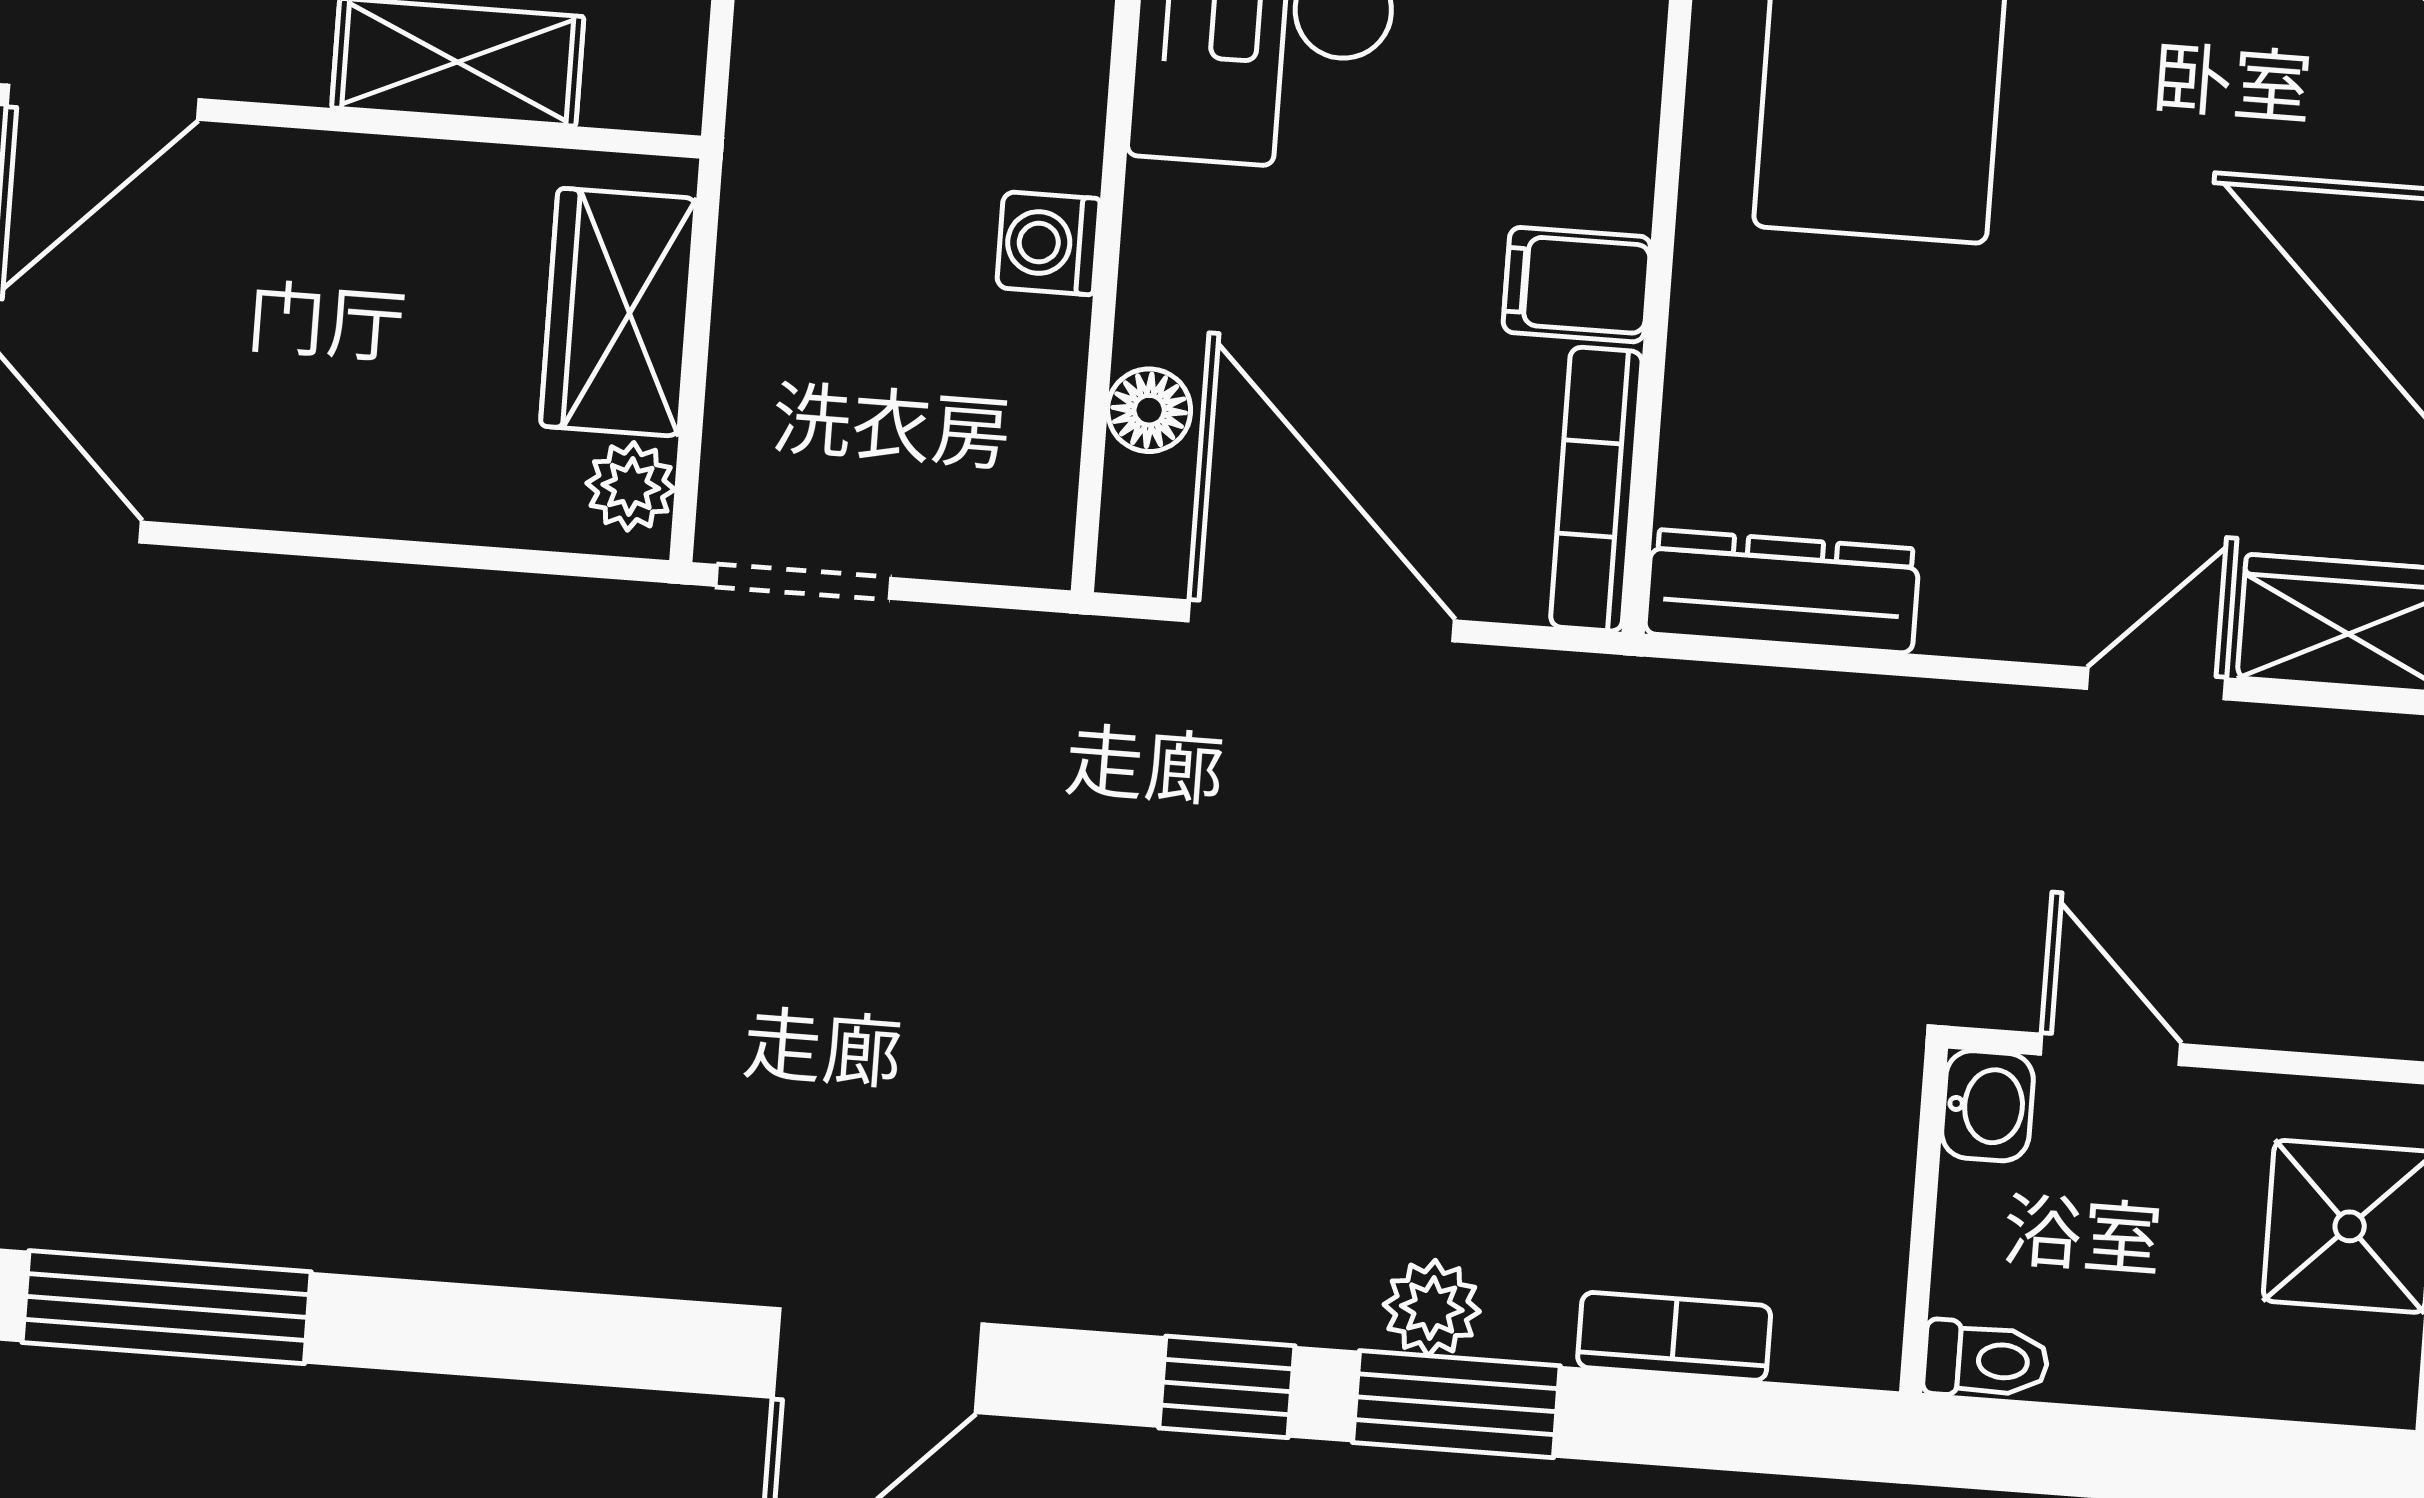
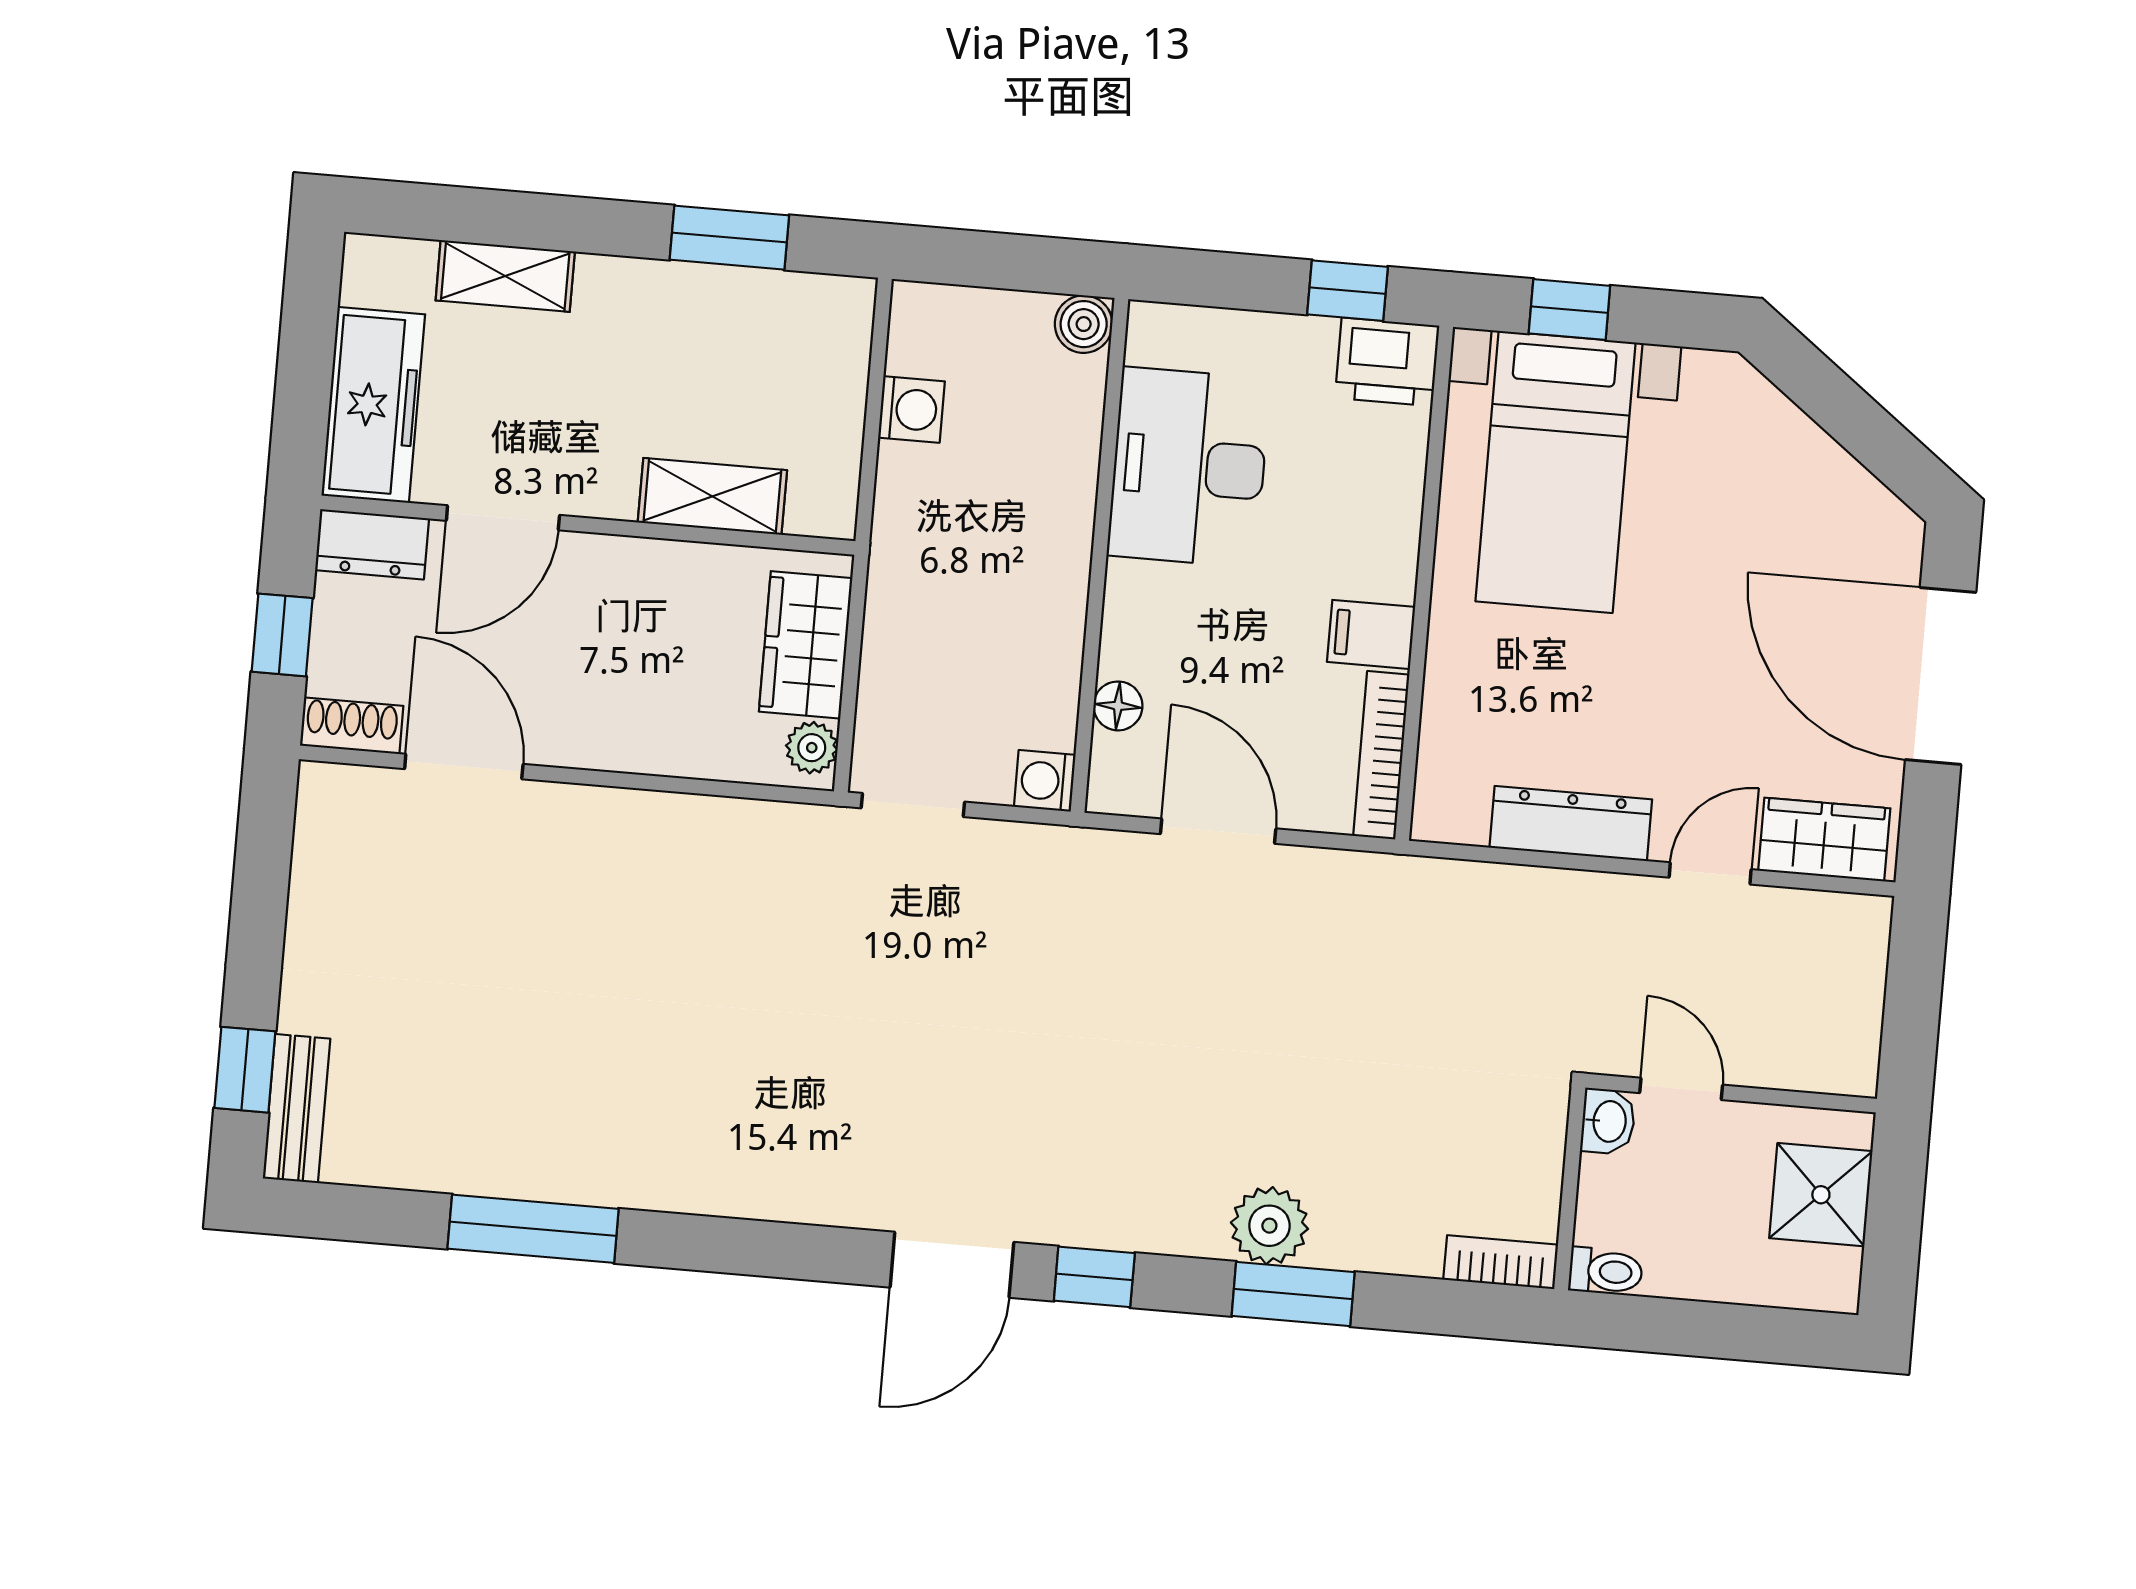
washing machine: (1048, 243) -> (1045, 781), moved
dresser: (1782, 591) -> (1571, 824), moved
door: (1321, 621) -> (1218, 831), width x0.73
plant: (1432, 1308) -> (1269, 1226), width x1.38, depth x1.38
bookcase: (1674, 1336) -> (1501, 1262), moved
window: (1227, 1387) -> (1094, 1277), moved

